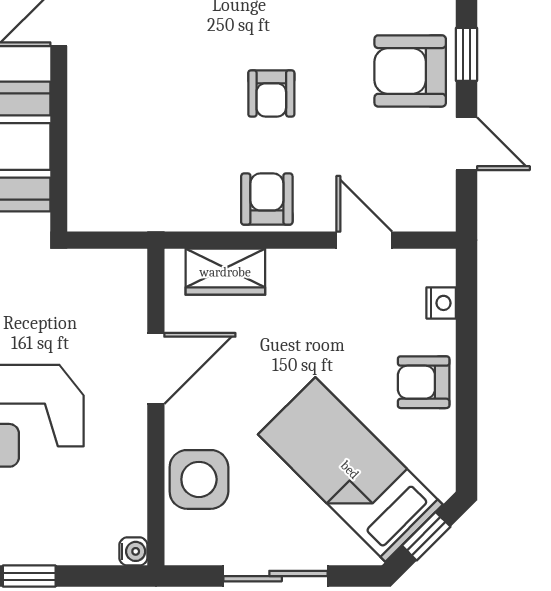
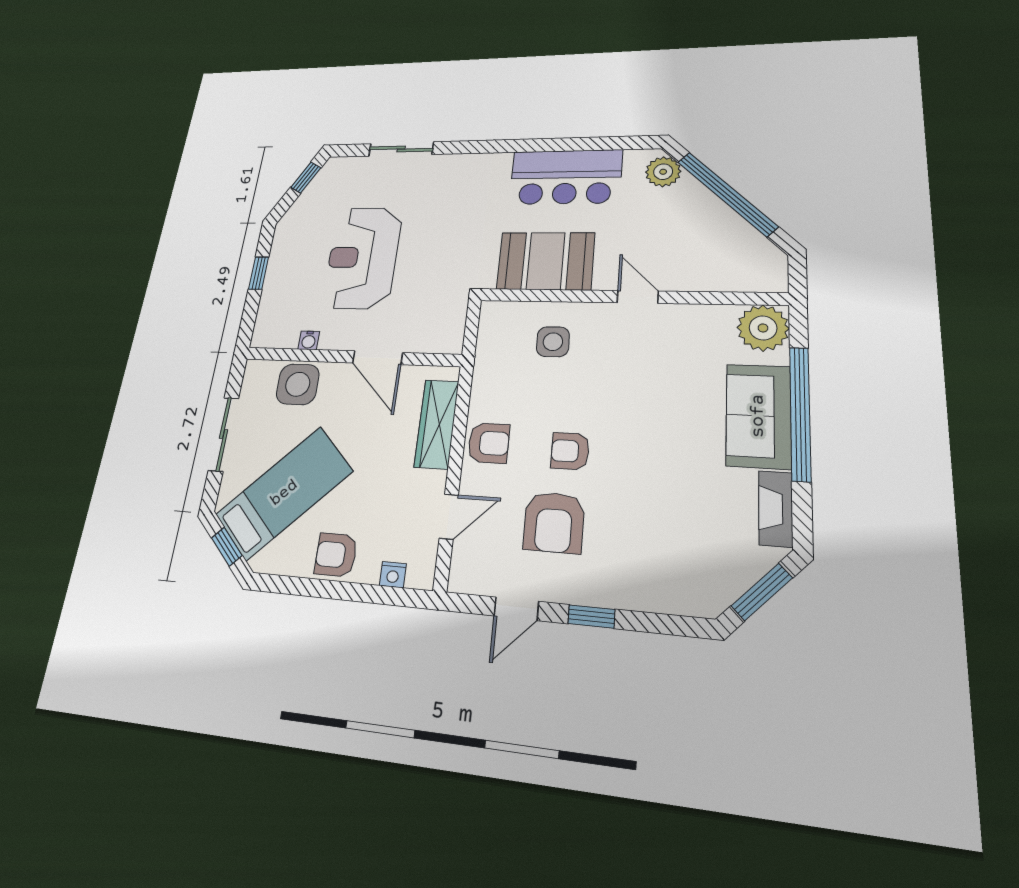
armchair: (410, 71) -> (554, 522), moved, turned 180
side table: (125, 127) -> (553, 342), added
wardrobe: (225, 272) -> (437, 424), width x1.50
armchair: (424, 382) -> (336, 555), turned -90
water cooler: (133, 551) -> (309, 340), moved

